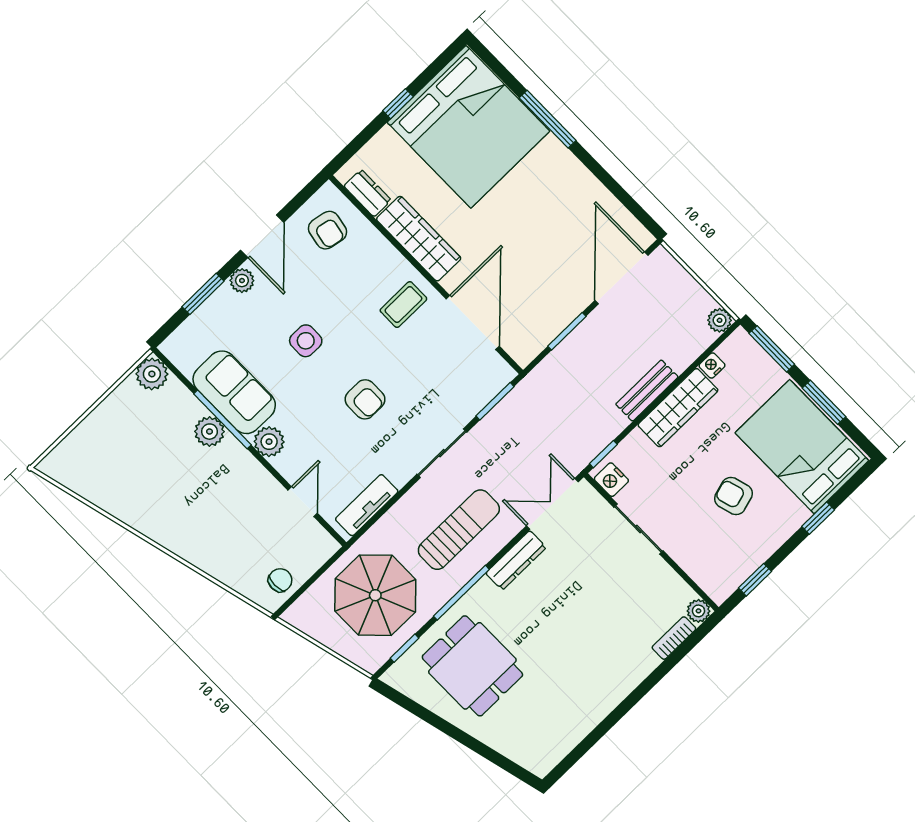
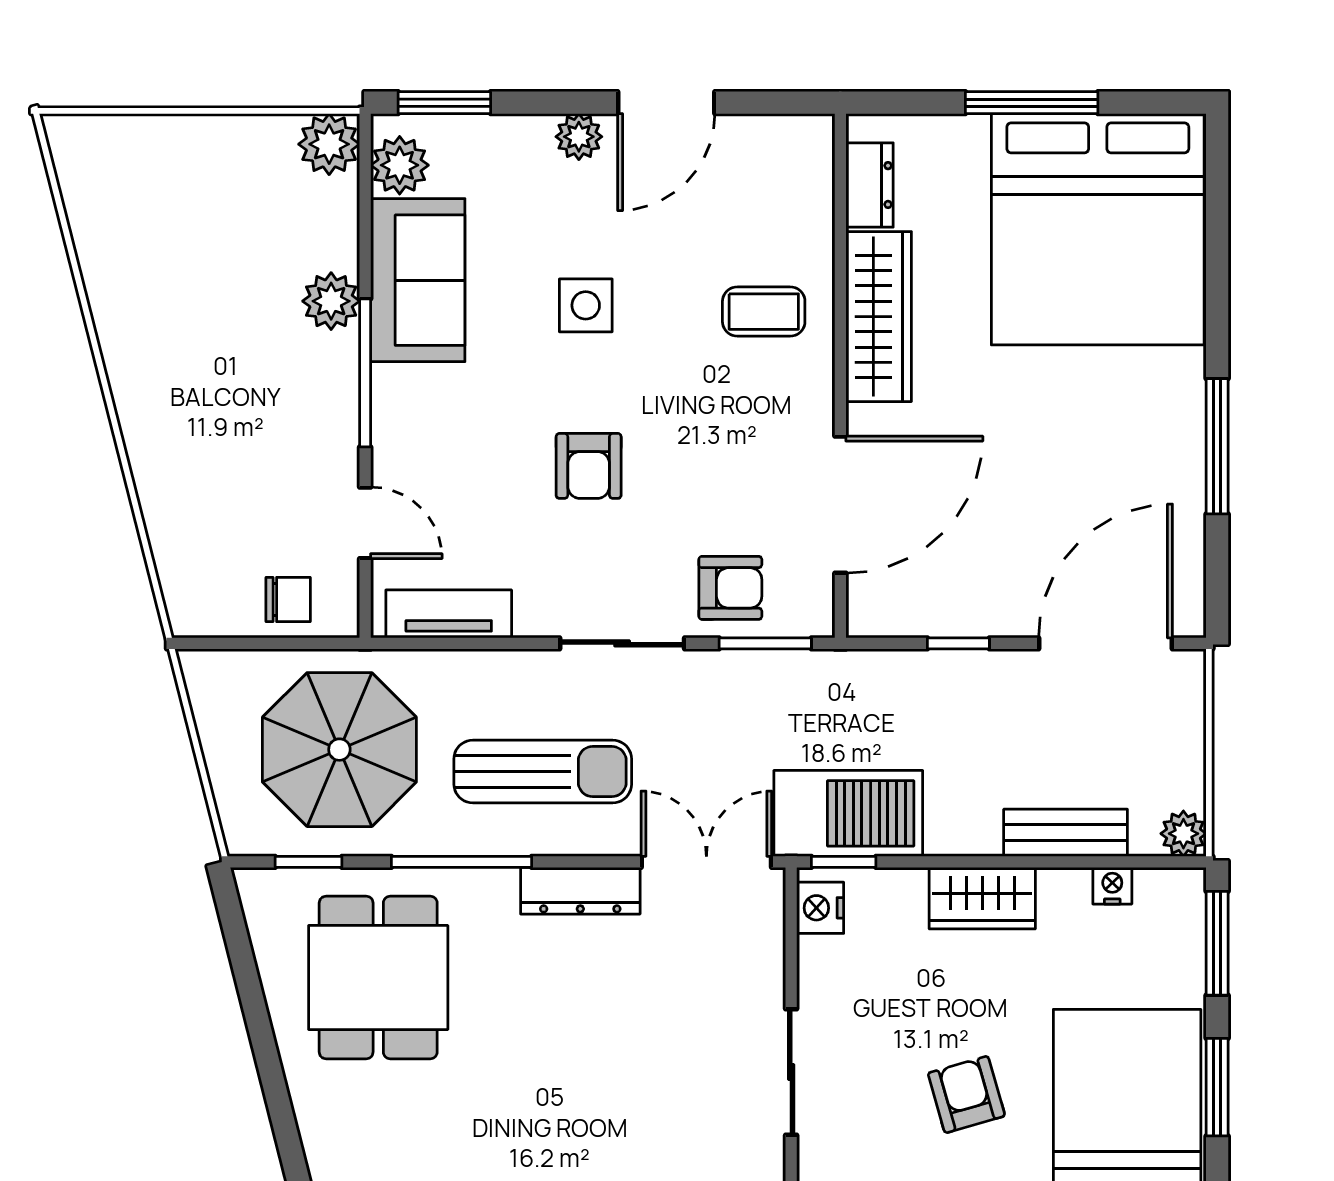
window: (398, 104) -> (1032, 103), width x2.17
window: (548, 119) -> (1217, 446), moved
armchair: (328, 230) -> (730, 588), moved, turned -101
window: (203, 294) -> (444, 103), moved
coffee table: (403, 305) -> (764, 312), moved
window: (567, 331) -> (958, 643), width x0.67
bench: (647, 391) -> (1066, 833), moved
wardrobe: (678, 408) -> (982, 898), width x0.67
window: (222, 419) -> (365, 373), moved
barbecue: (588, 434) -> (848, 813), added
plant: (269, 442) -> (400, 165), moved
door: (303, 502) -> (365, 523), hinge flipped
sliding door: (638, 529) -> (791, 1072), moved
chair: (280, 580) -> (288, 600), moved

